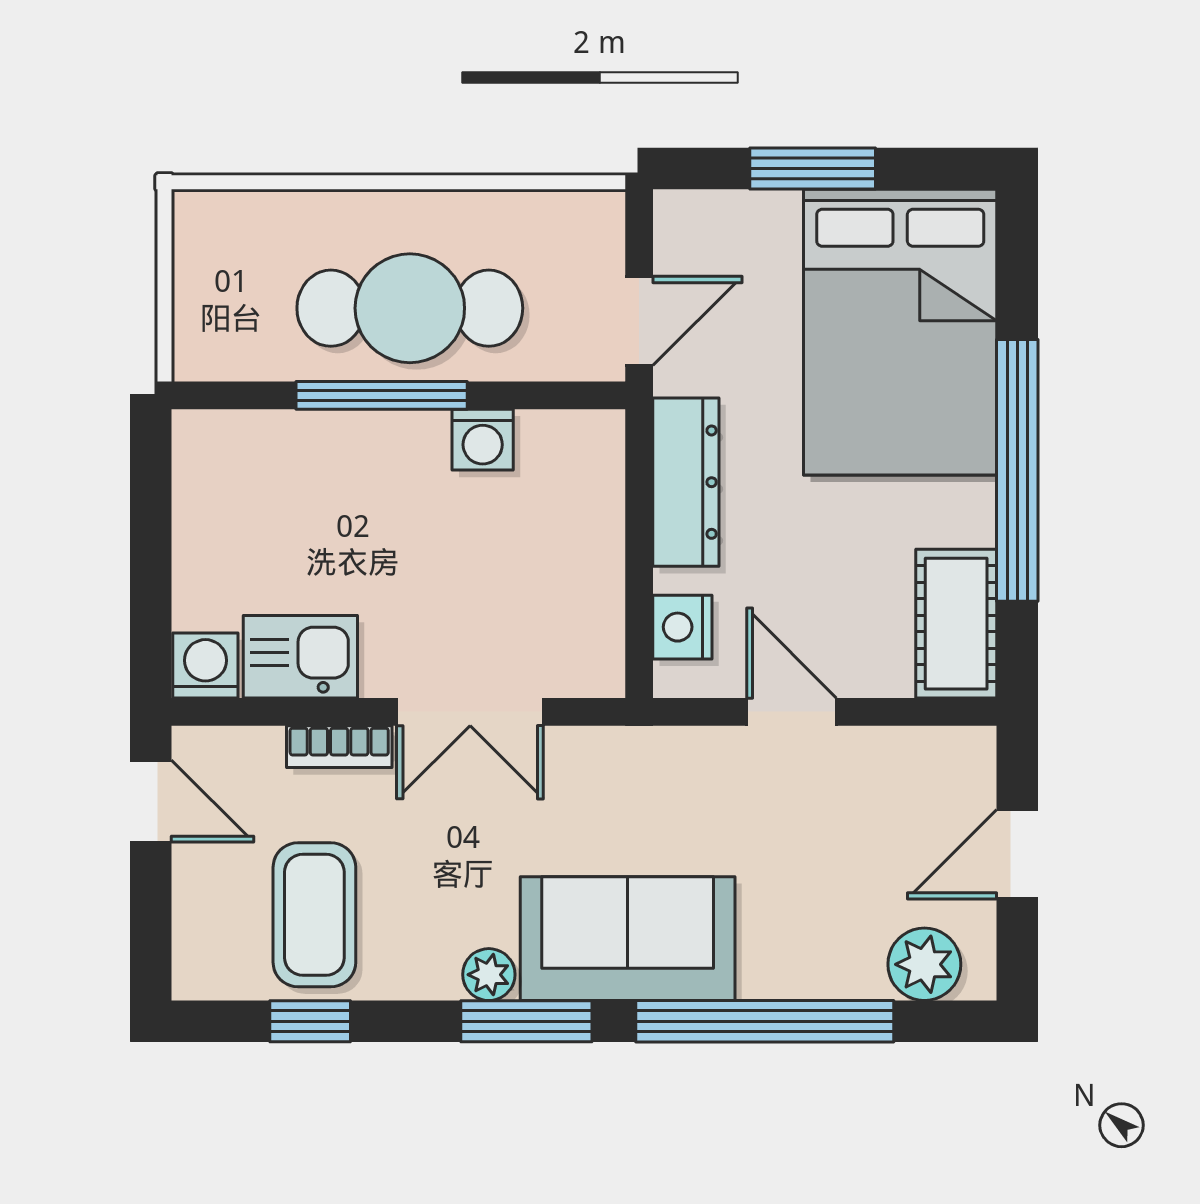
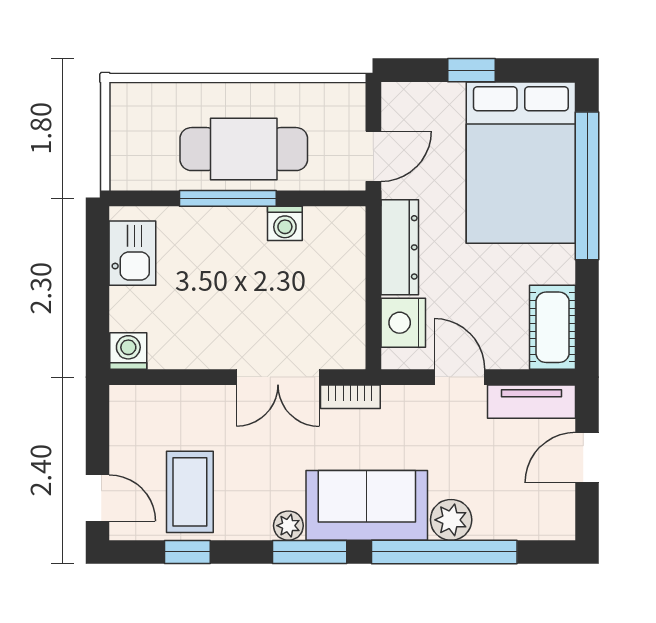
window: (813, 169) -> (471, 70), width x0.67
window: (1017, 470) -> (587, 186), moved
nightstand: (682, 627) -> (403, 323), width x1.36, depth x1.33
kitchen sink: (300, 657) -> (132, 253), moved, turned 90
bookcase: (339, 747) -> (350, 397), moved
tv unit: (919, 755) -> (531, 402), added
door: (151, 801) -> (97, 498), moved
plant: (924, 964) -> (451, 520), moved

